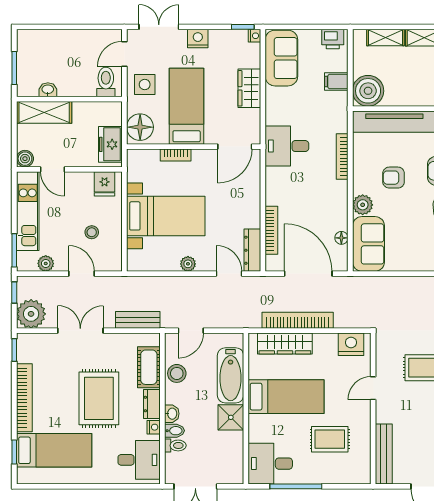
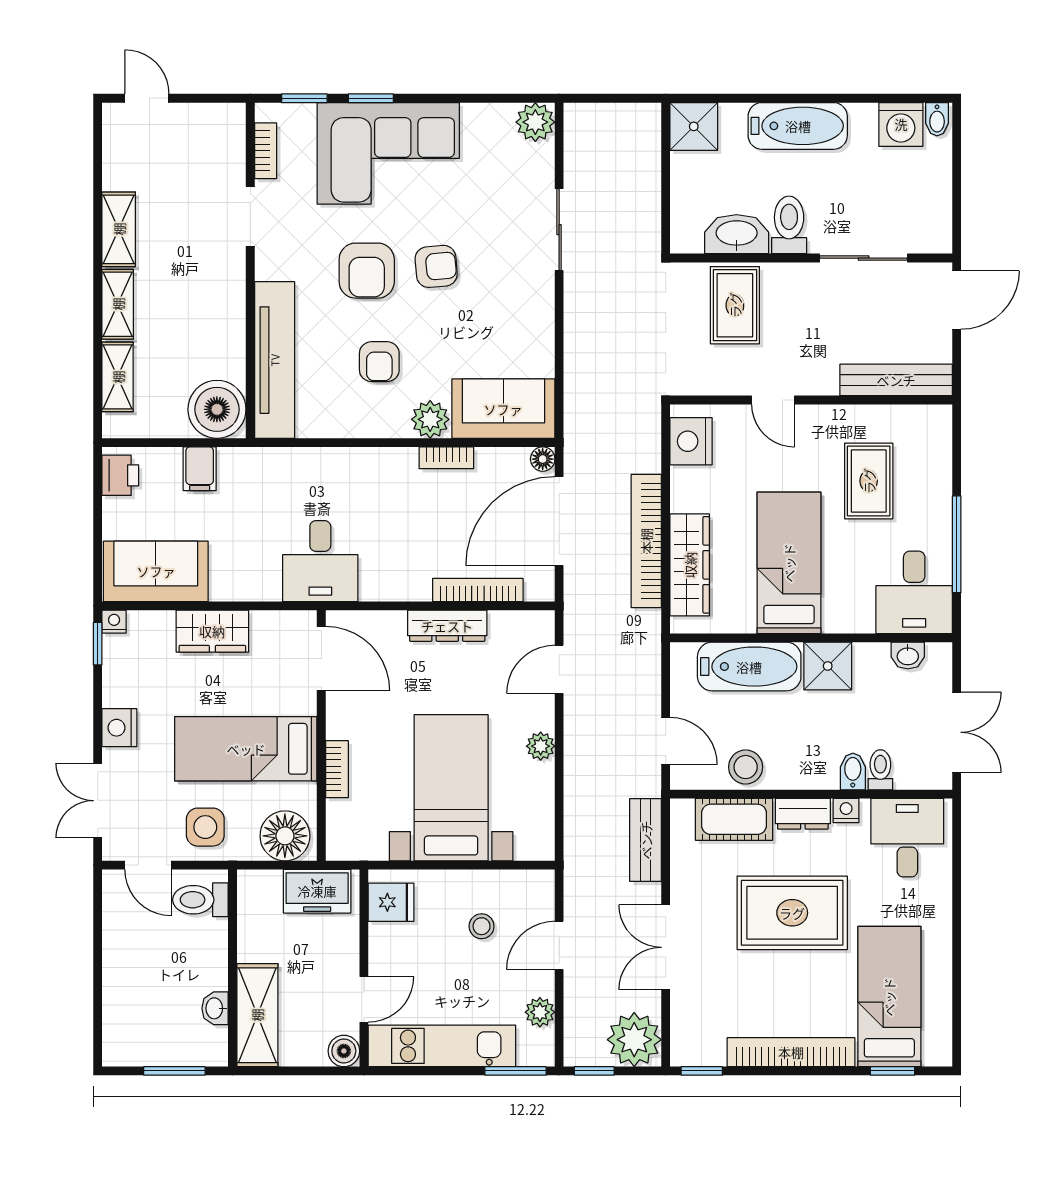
bookcase: (342, 156) -> (446, 458), moved, width x0.64
floor lamp: (341, 238) -> (543, 459), moved
dresser: (252, 250) -> (447, 626), moved
washbasin: (172, 414) -> (908, 656), moved, turned 180

